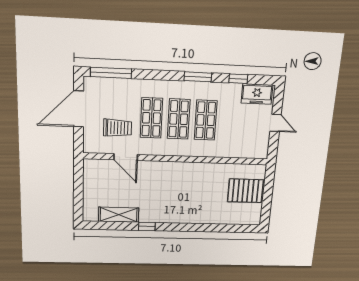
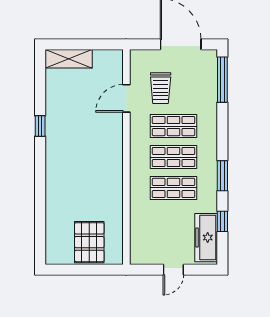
freezer: (257, 94) -> (206, 238), width x1.40
shelving: (119, 215) -> (69, 59), moved, turned 90

